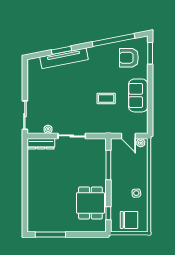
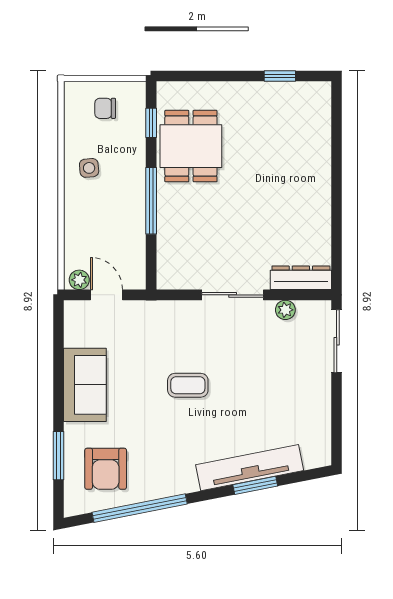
window: (150, 53) -> (58, 456), moved
armchair: (129, 58) -> (106, 469), turned 90
coffee table: (106, 98) -> (188, 385), moved
window: (108, 165) -> (151, 201), moved
chair: (129, 220) -> (105, 108), width x0.54, depth x0.54
window: (50, 234) -> (280, 76), width x0.46

